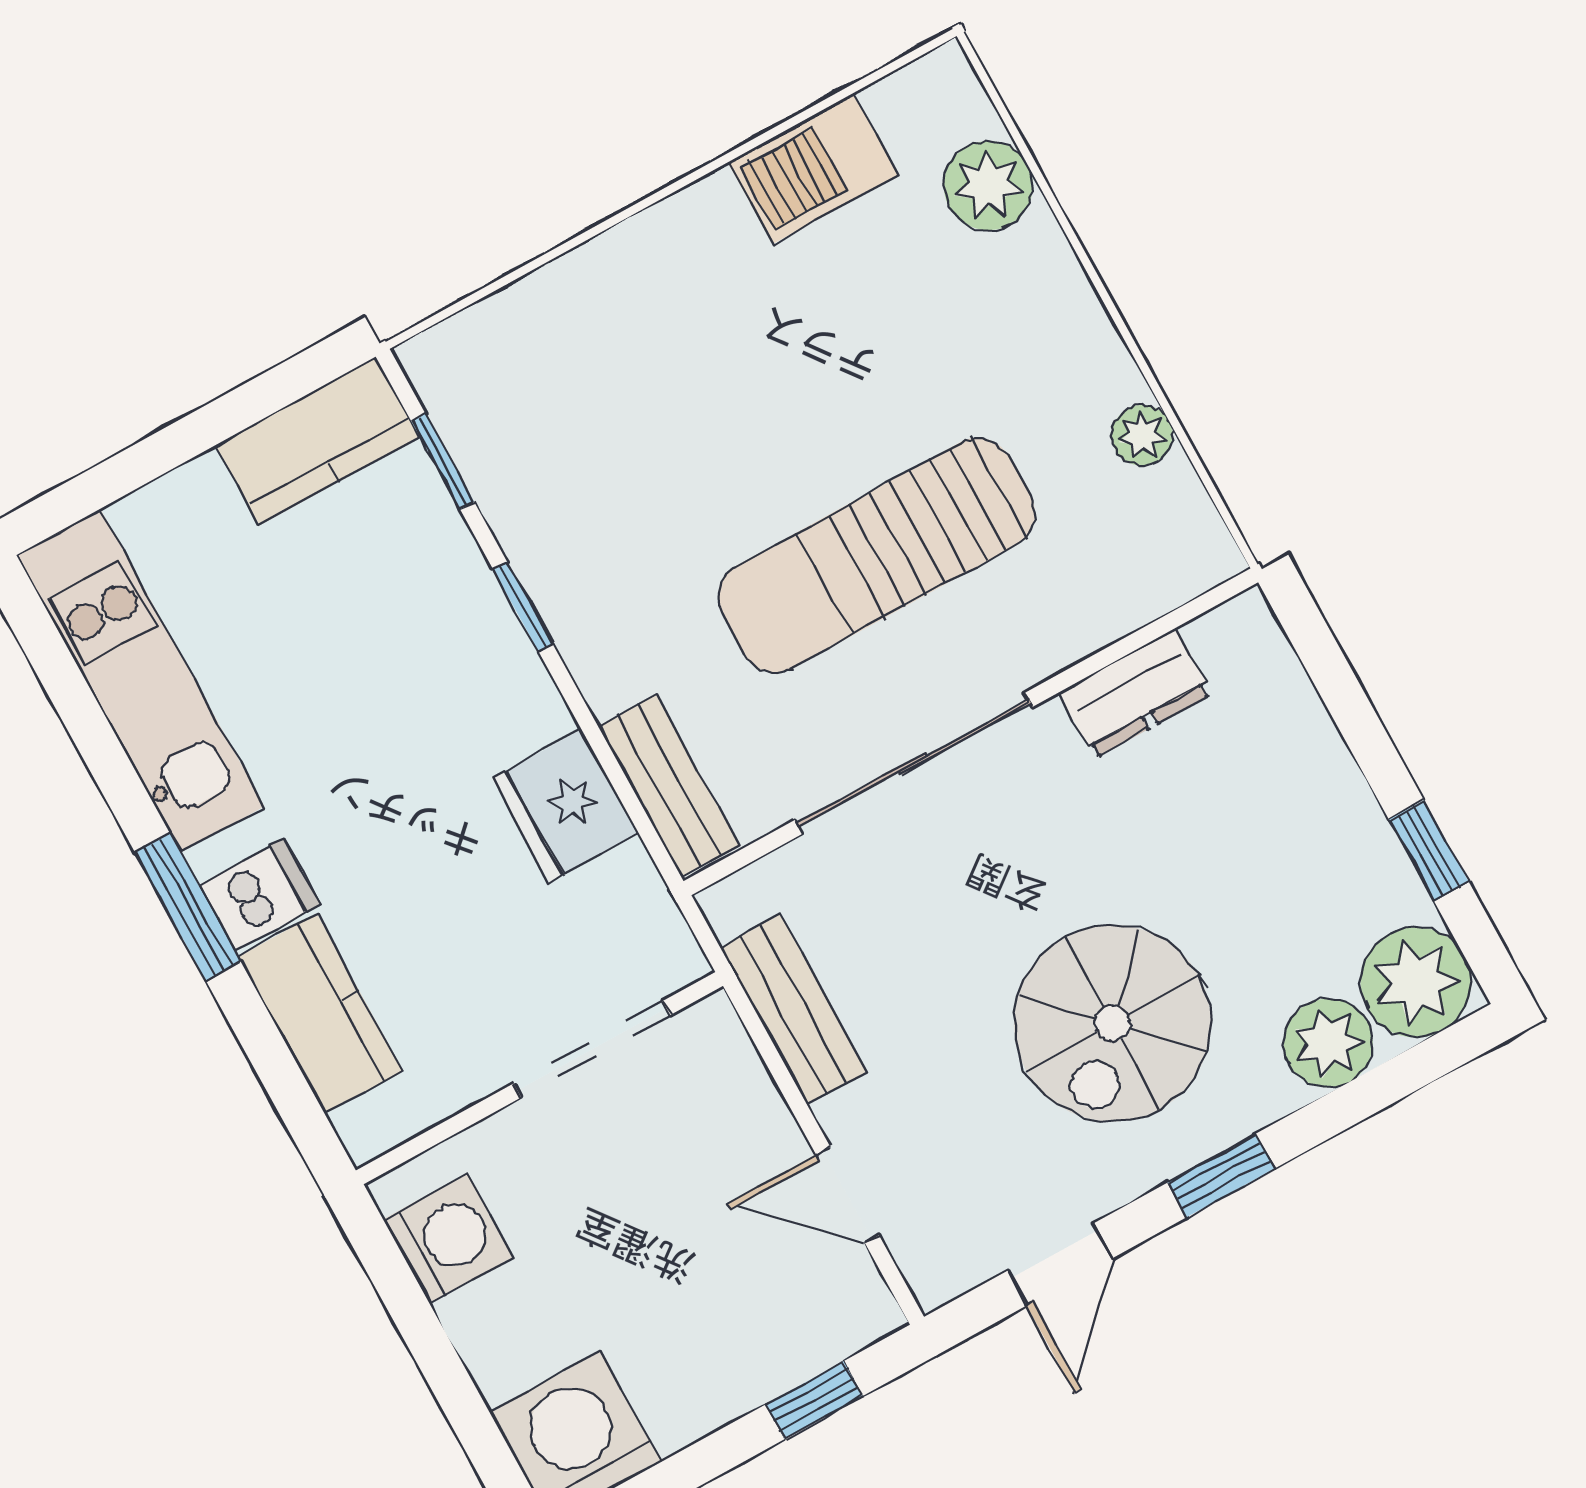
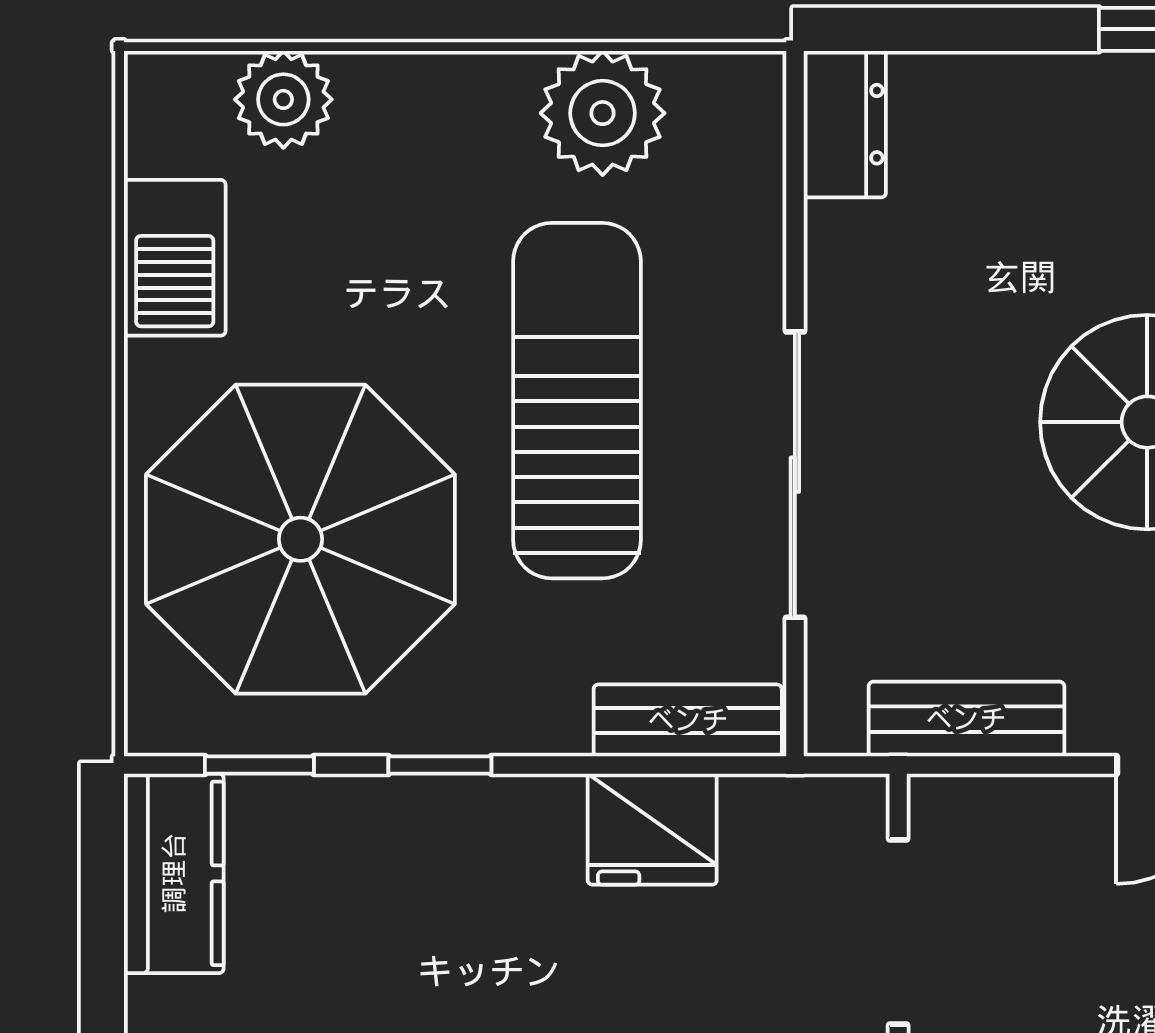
parasol: (642, 394) -> (300, 539), added
plant: (1142, 435) -> (603, 113), width x1.88, depth x1.88
sun lounger: (877, 555) -> (577, 401), turned 180
dresser: (1135, 693) -> (845, 124), moved

